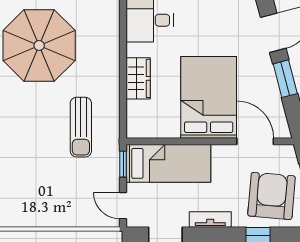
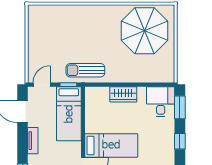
bed: (209, 97) -> (111, 145), width x0.67
sun lounger: (81, 127) -> (85, 70), moved

